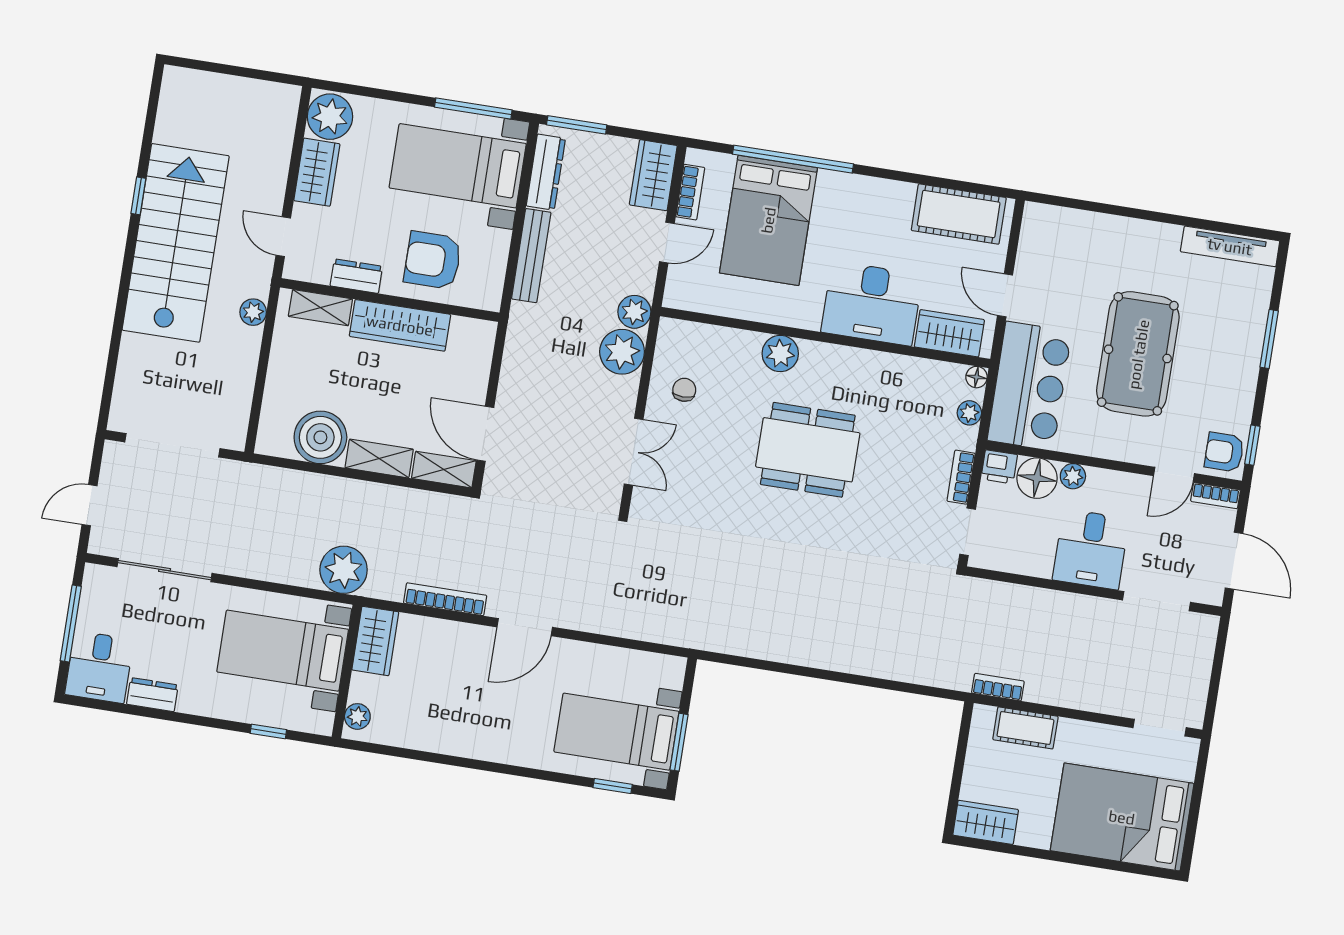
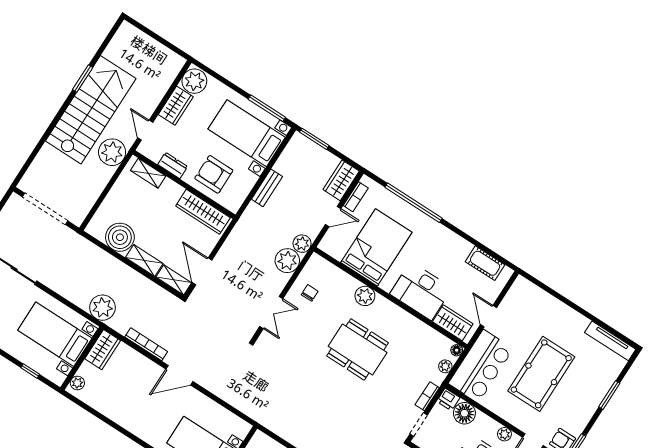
dresser: (546, 172) -> (289, 155), removed
window: (138, 196) -> (83, 79), width x1.50
cot: (959, 214) -> (485, 263), width x0.73, depth x0.75
bed: (768, 220) -> (376, 247), moved, turned 180
bench: (531, 256) -> (267, 188), width x0.73
plant: (253, 312) -> (112, 152), width x1.87, depth x1.87
wardrobe: (400, 325) -> (203, 212), moved
plant: (1073, 476) -> (504, 434), moved

